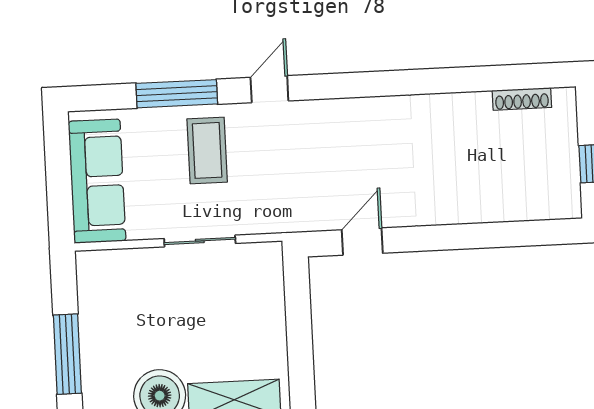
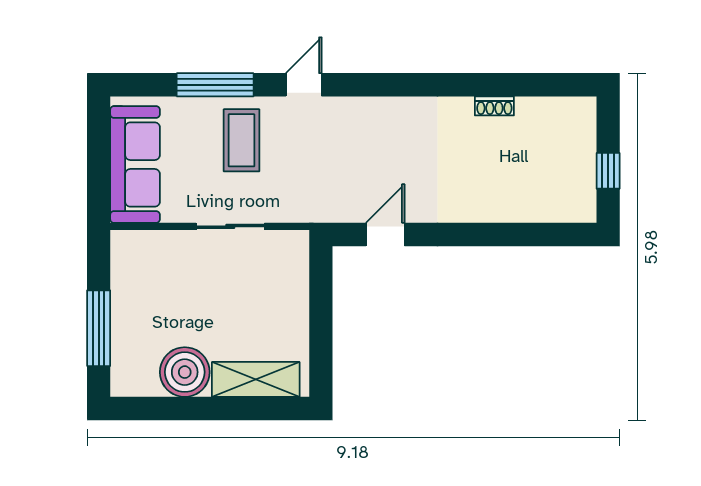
shoe rack: (522, 99) -> (494, 106), moved, width x0.70

